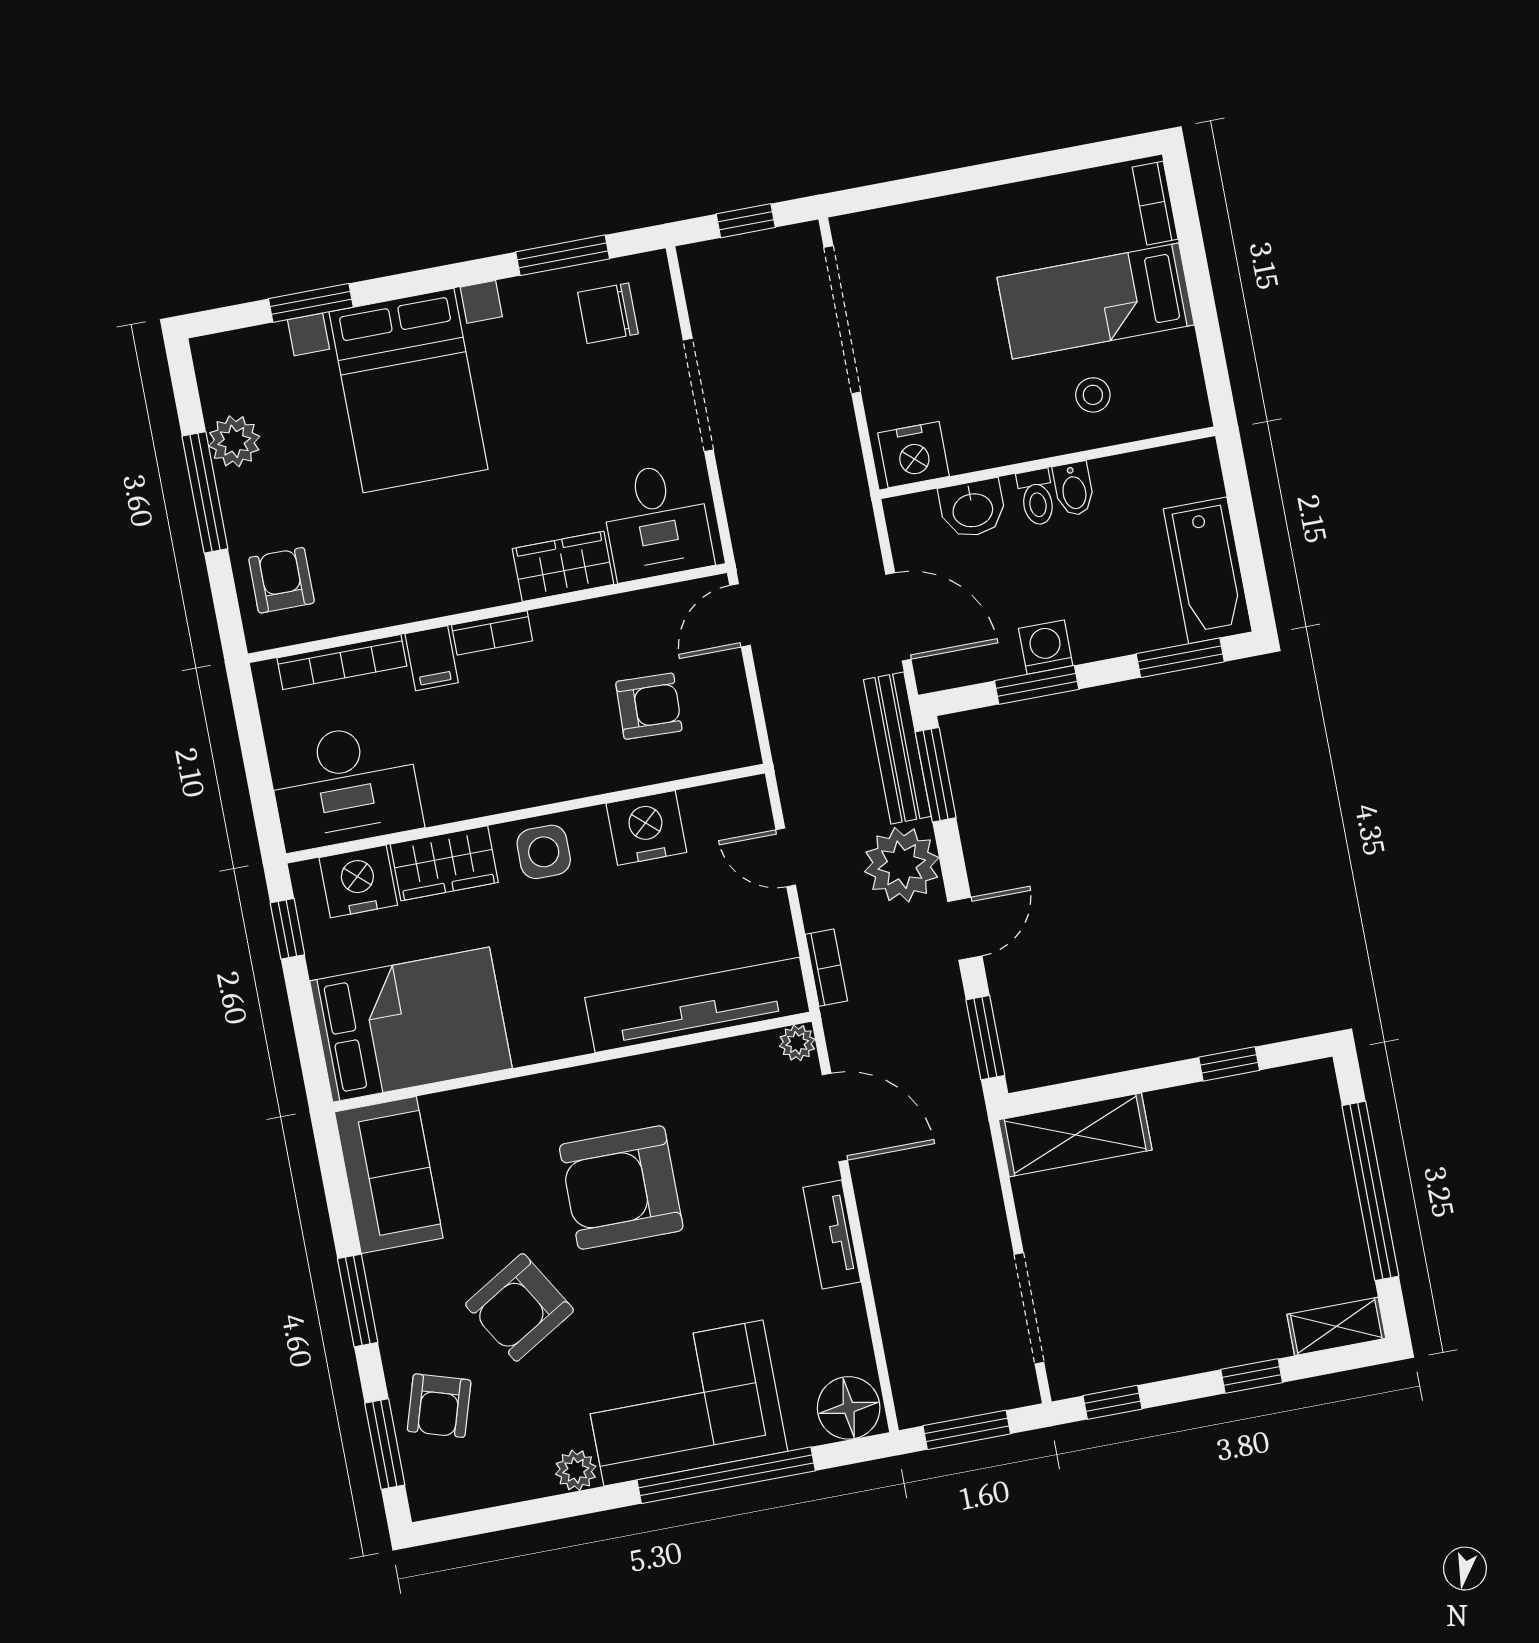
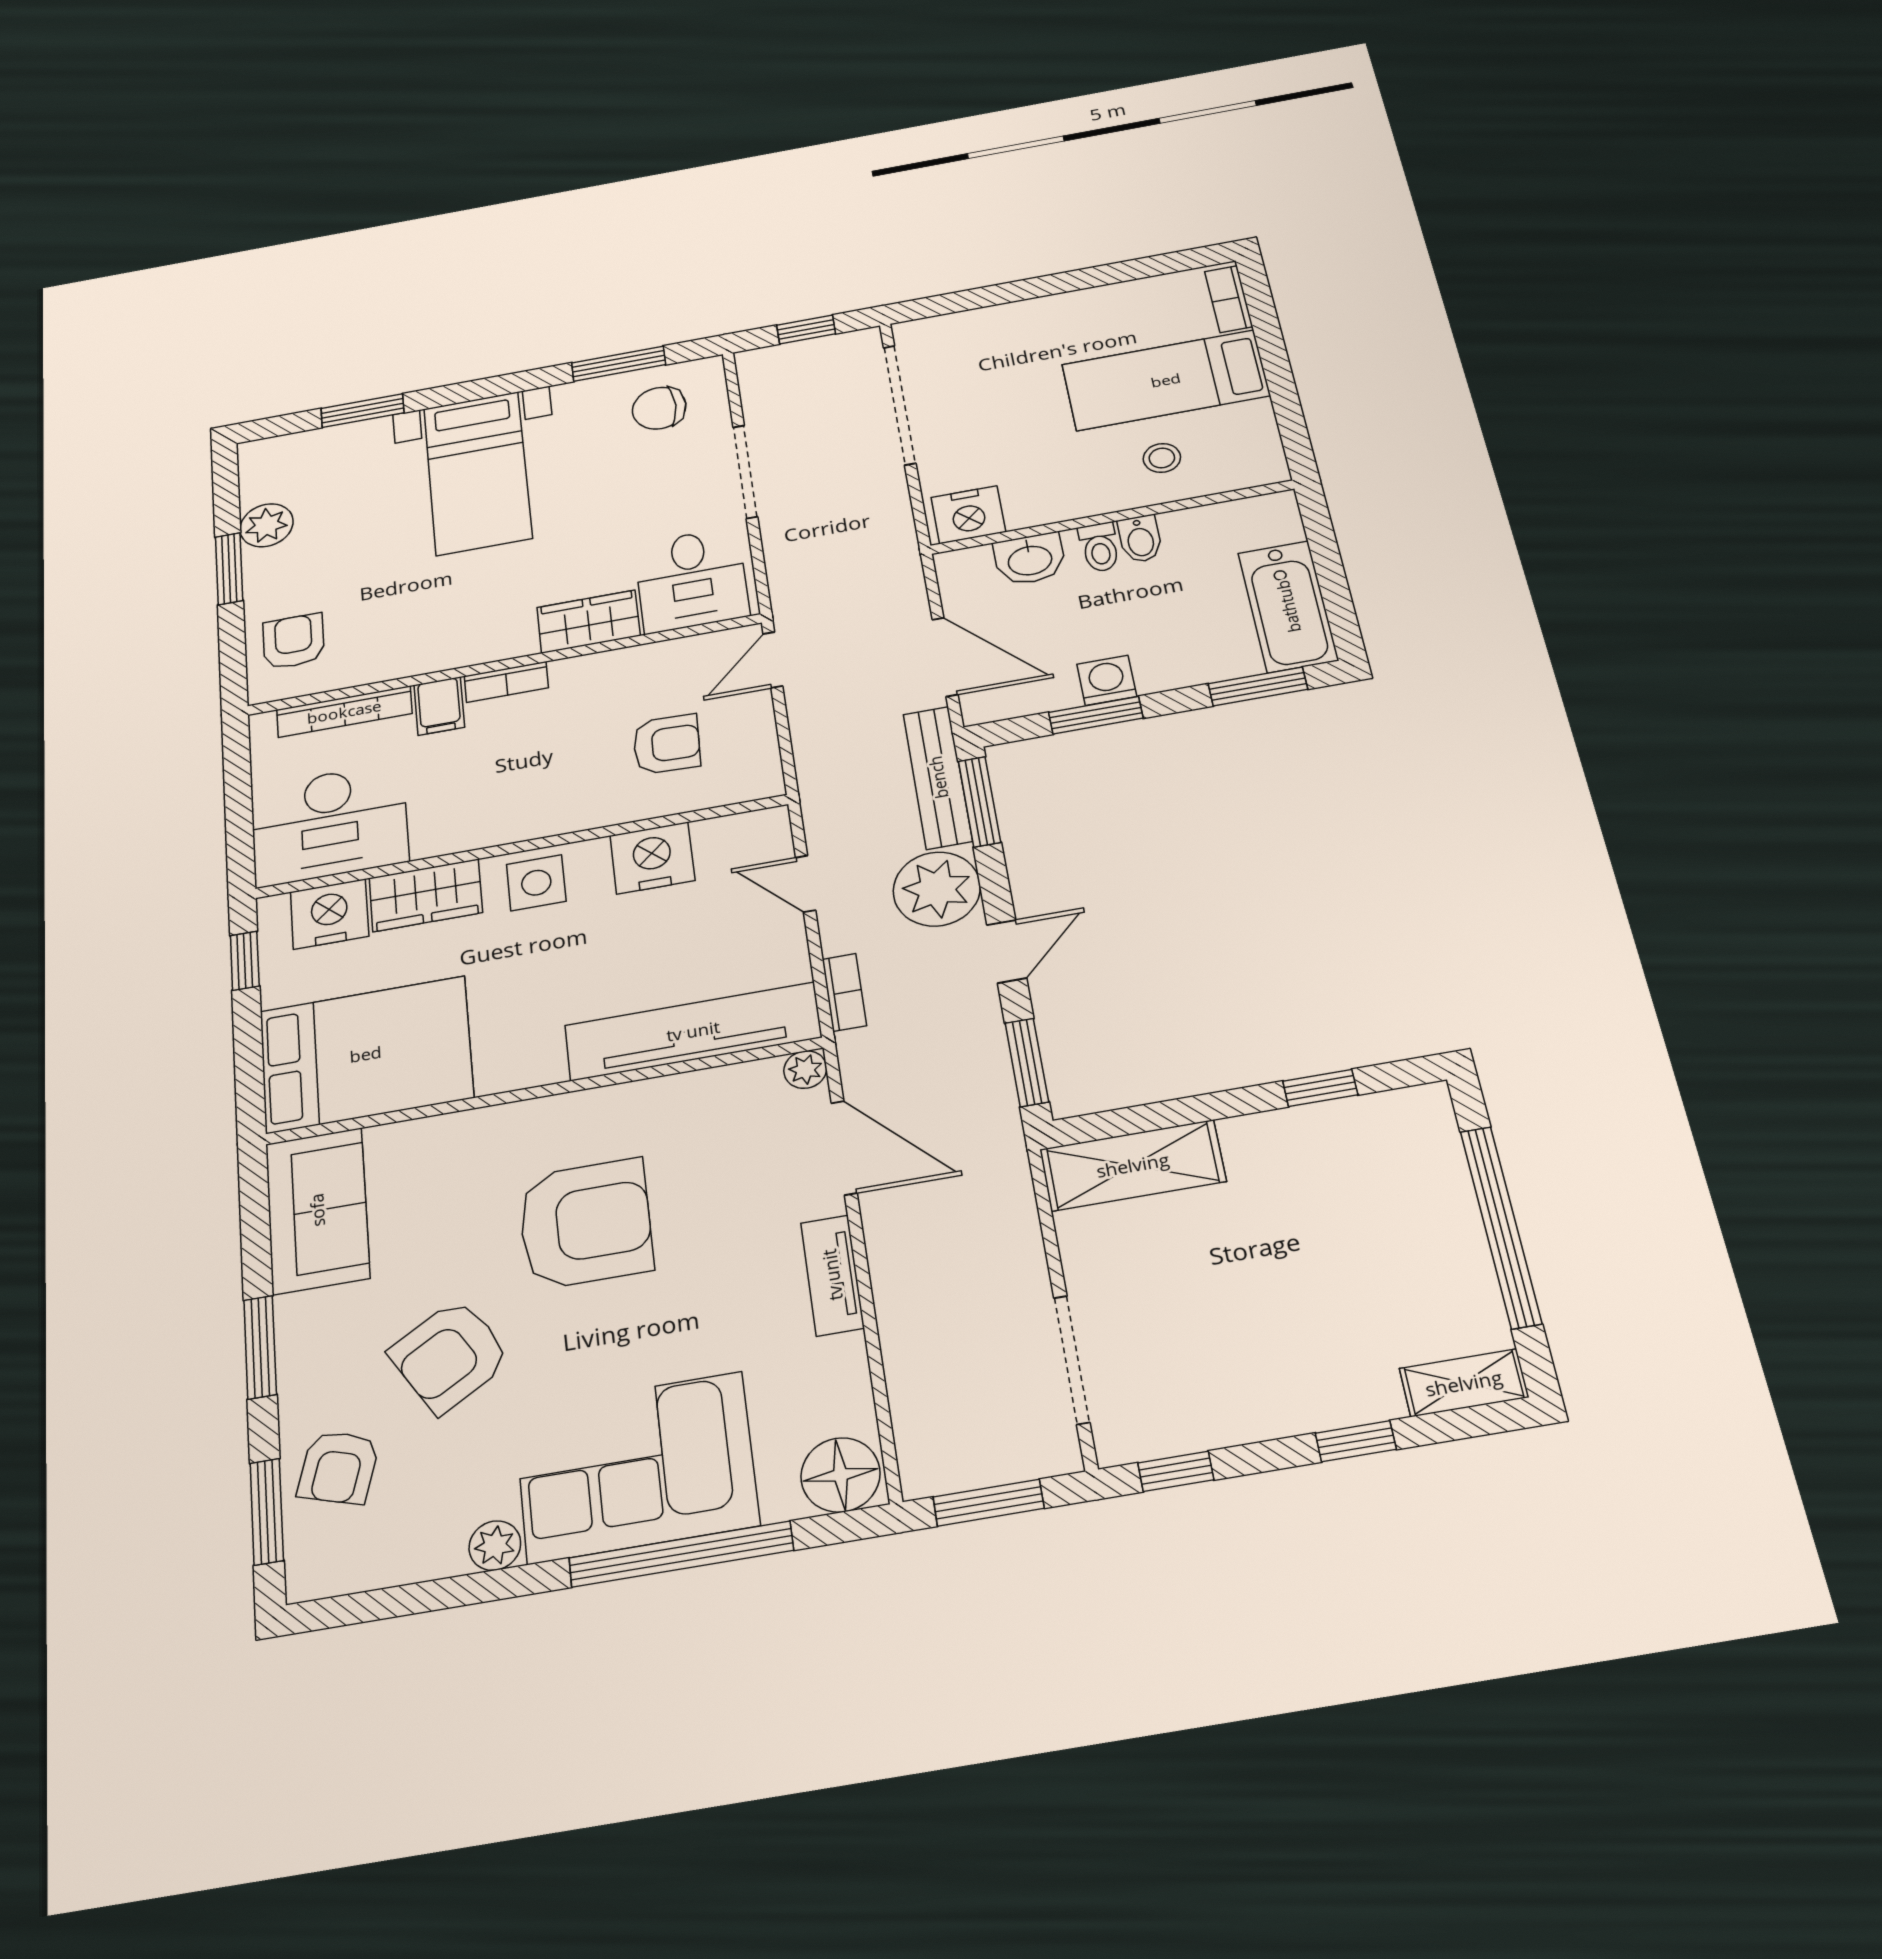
bed with nightstands: (409, 391) -> (477, 473), width x0.73
window: (205, 492) -> (229, 569), width x0.69
armchair: (621, 1188) -> (585, 1224), turned 180

